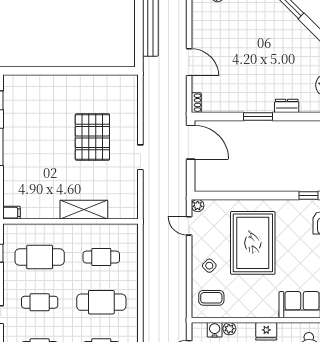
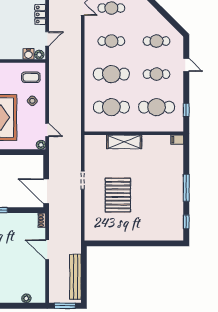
cafe table: (101, 257) -> (111, 107), width x1.37, depth x1.35
plant: (229, 329) -> (39, 55), moved

